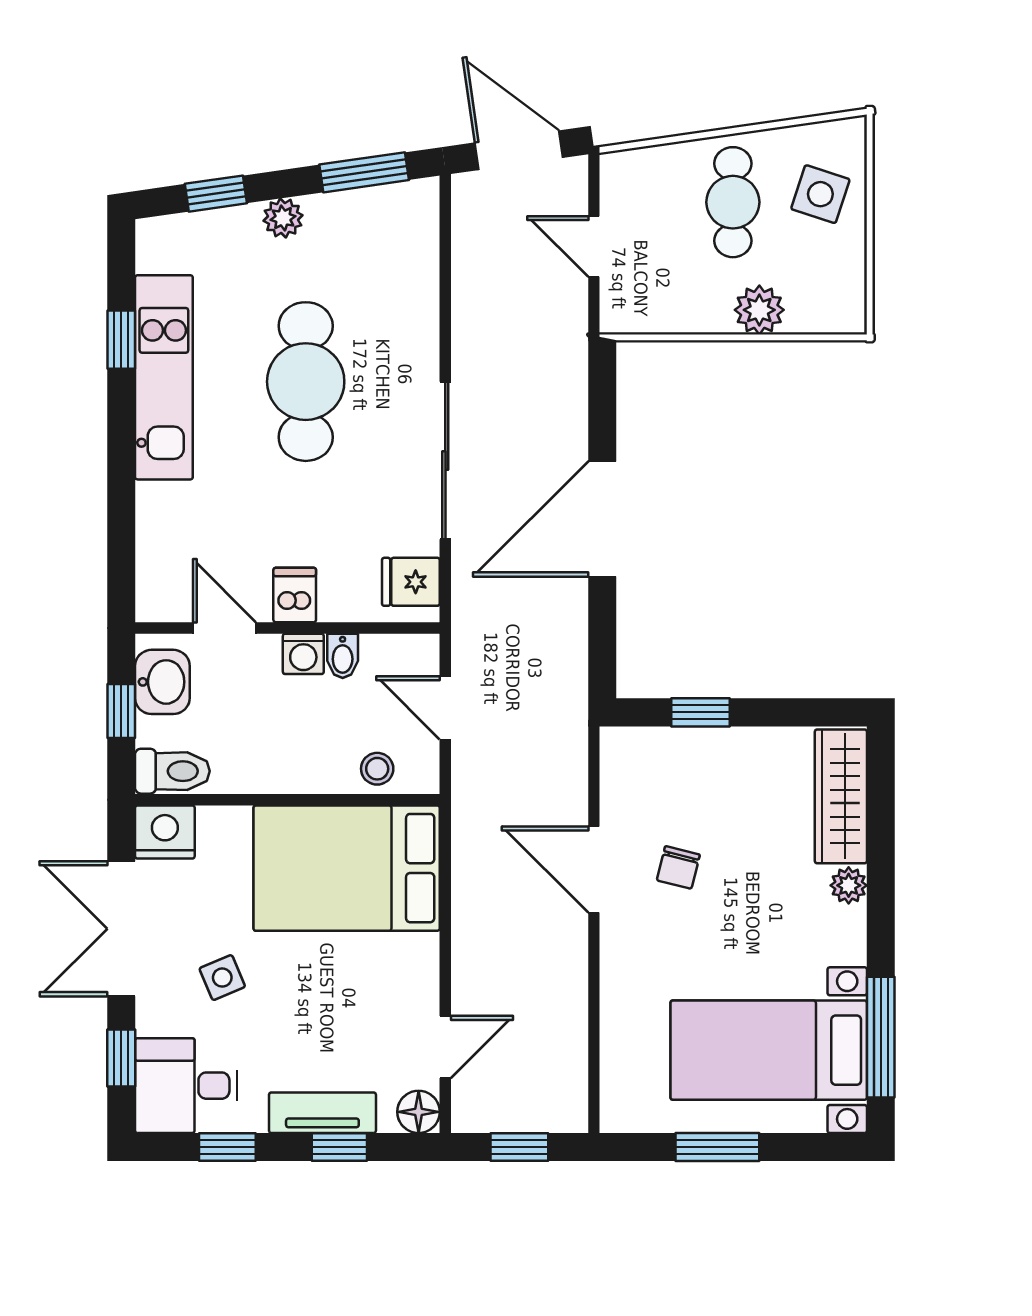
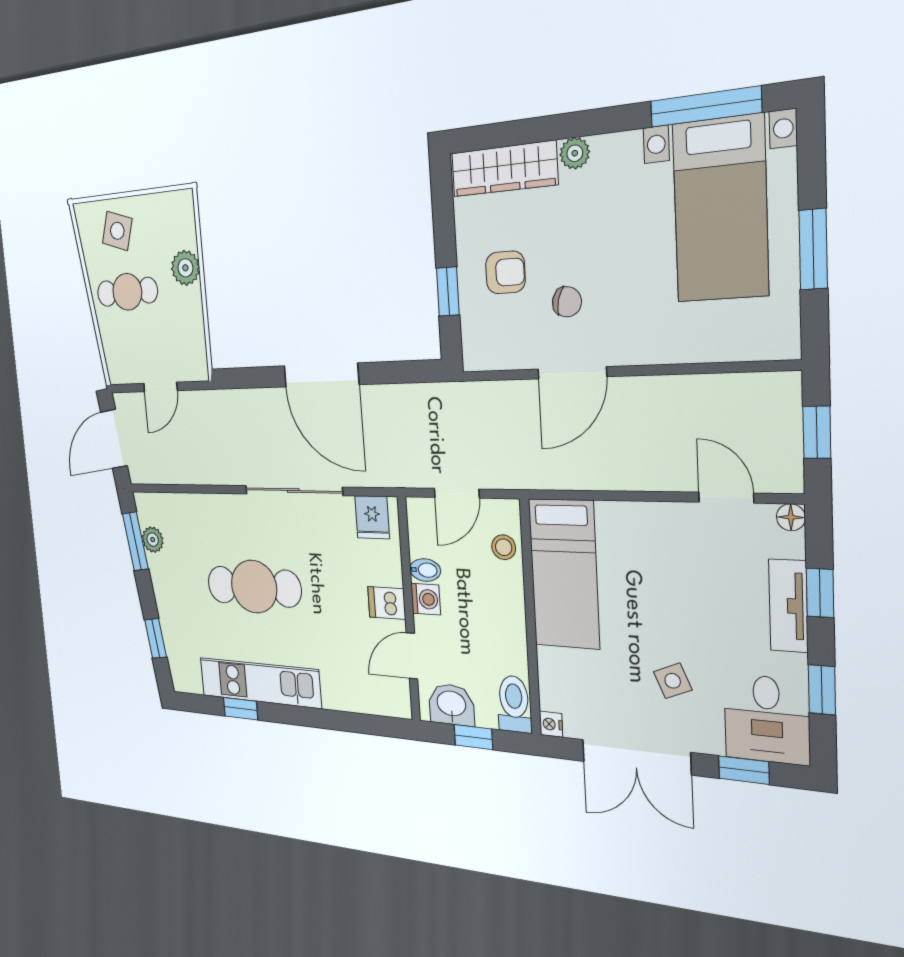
plant: (283, 218) -> (153, 540), moved
armchair: (718, 791) -> (505, 272), added
nightstand: (165, 832) -> (551, 724), width x0.53, depth x0.56
bed: (347, 868) -> (564, 574), width x0.67
floor lamp: (419, 1112) -> (791, 517), width x0.73, depth x0.73

